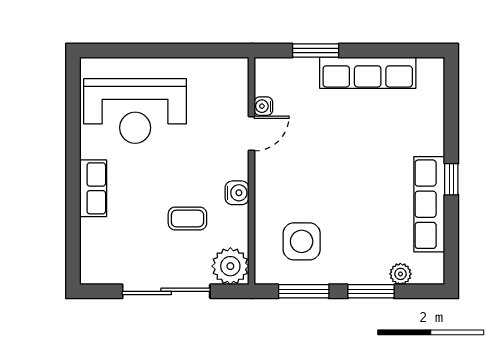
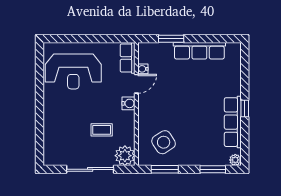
row of seats: (93, 188) -> (128, 58), moved, turned 180
water cooler: (237, 193) -> (129, 103), moved
side table: (302, 241) -> (164, 142), turned -33
plant: (400, 274) -> (235, 160), moved
window: (371, 291) -> (213, 169), moved

